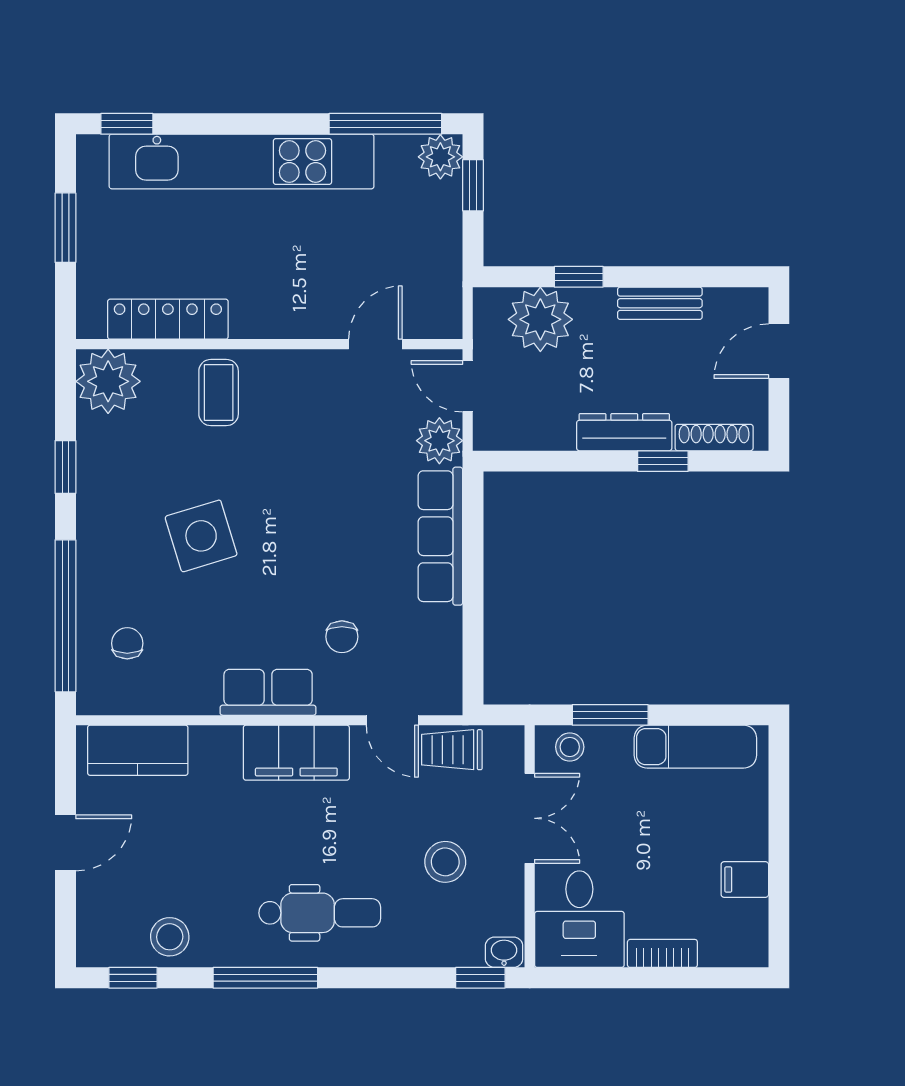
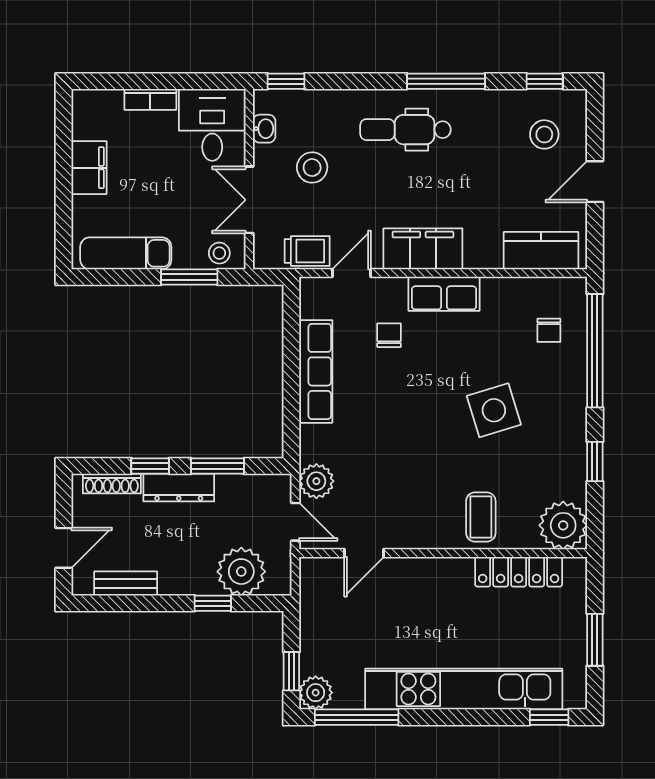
bench: (660, 303) -> (126, 584), moved
window: (572, 461) -> (217, 466), added
row of seats: (440, 536) -> (316, 371), moved
door: (392, 720) -> (351, 273), hinge flipped
filing cabinet: (745, 879) -> (89, 168), width x2.00
stool: (170, 937) -> (544, 134), moved
washbasin: (504, 952) -> (264, 129), moved, turned -90

